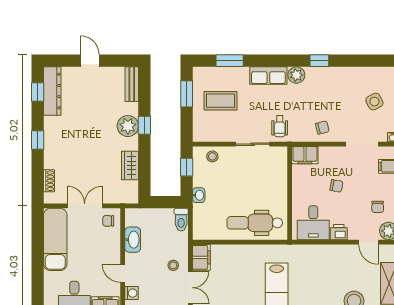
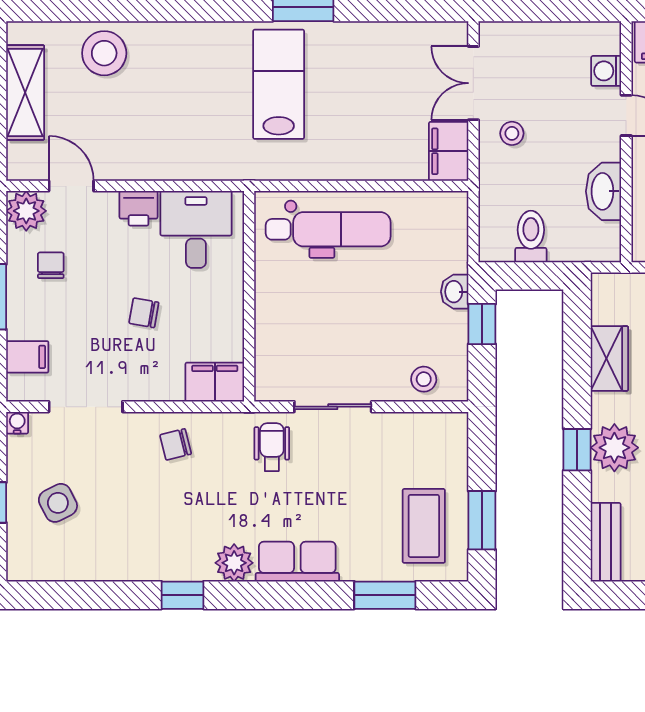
coffee table: (220, 101) -> (424, 526), moved, turned 90
window: (187, 167) -> (482, 324), moved
toilet: (181, 220) -> (531, 237), moved

